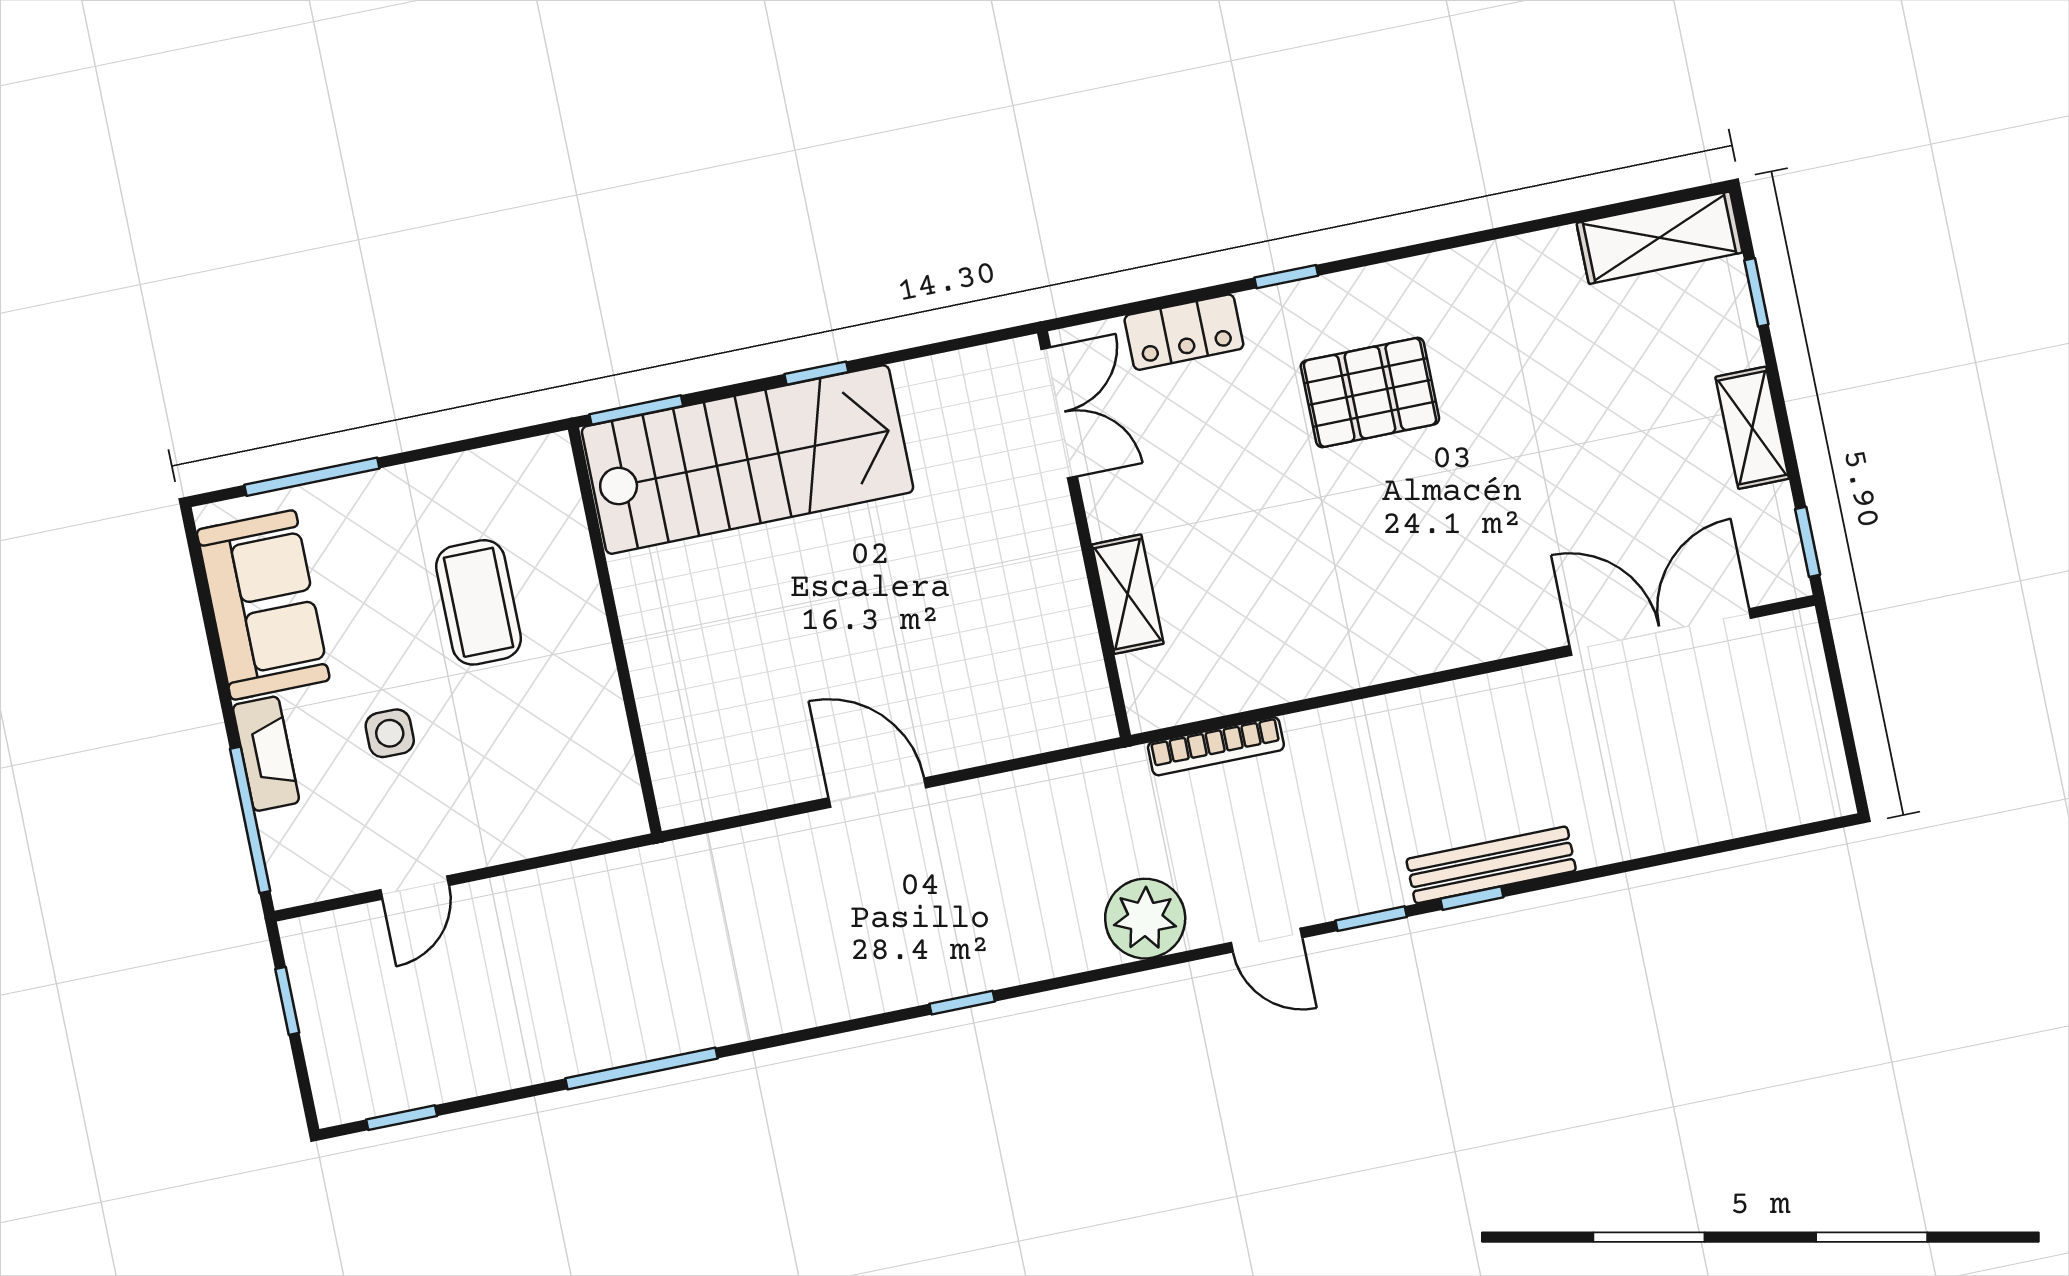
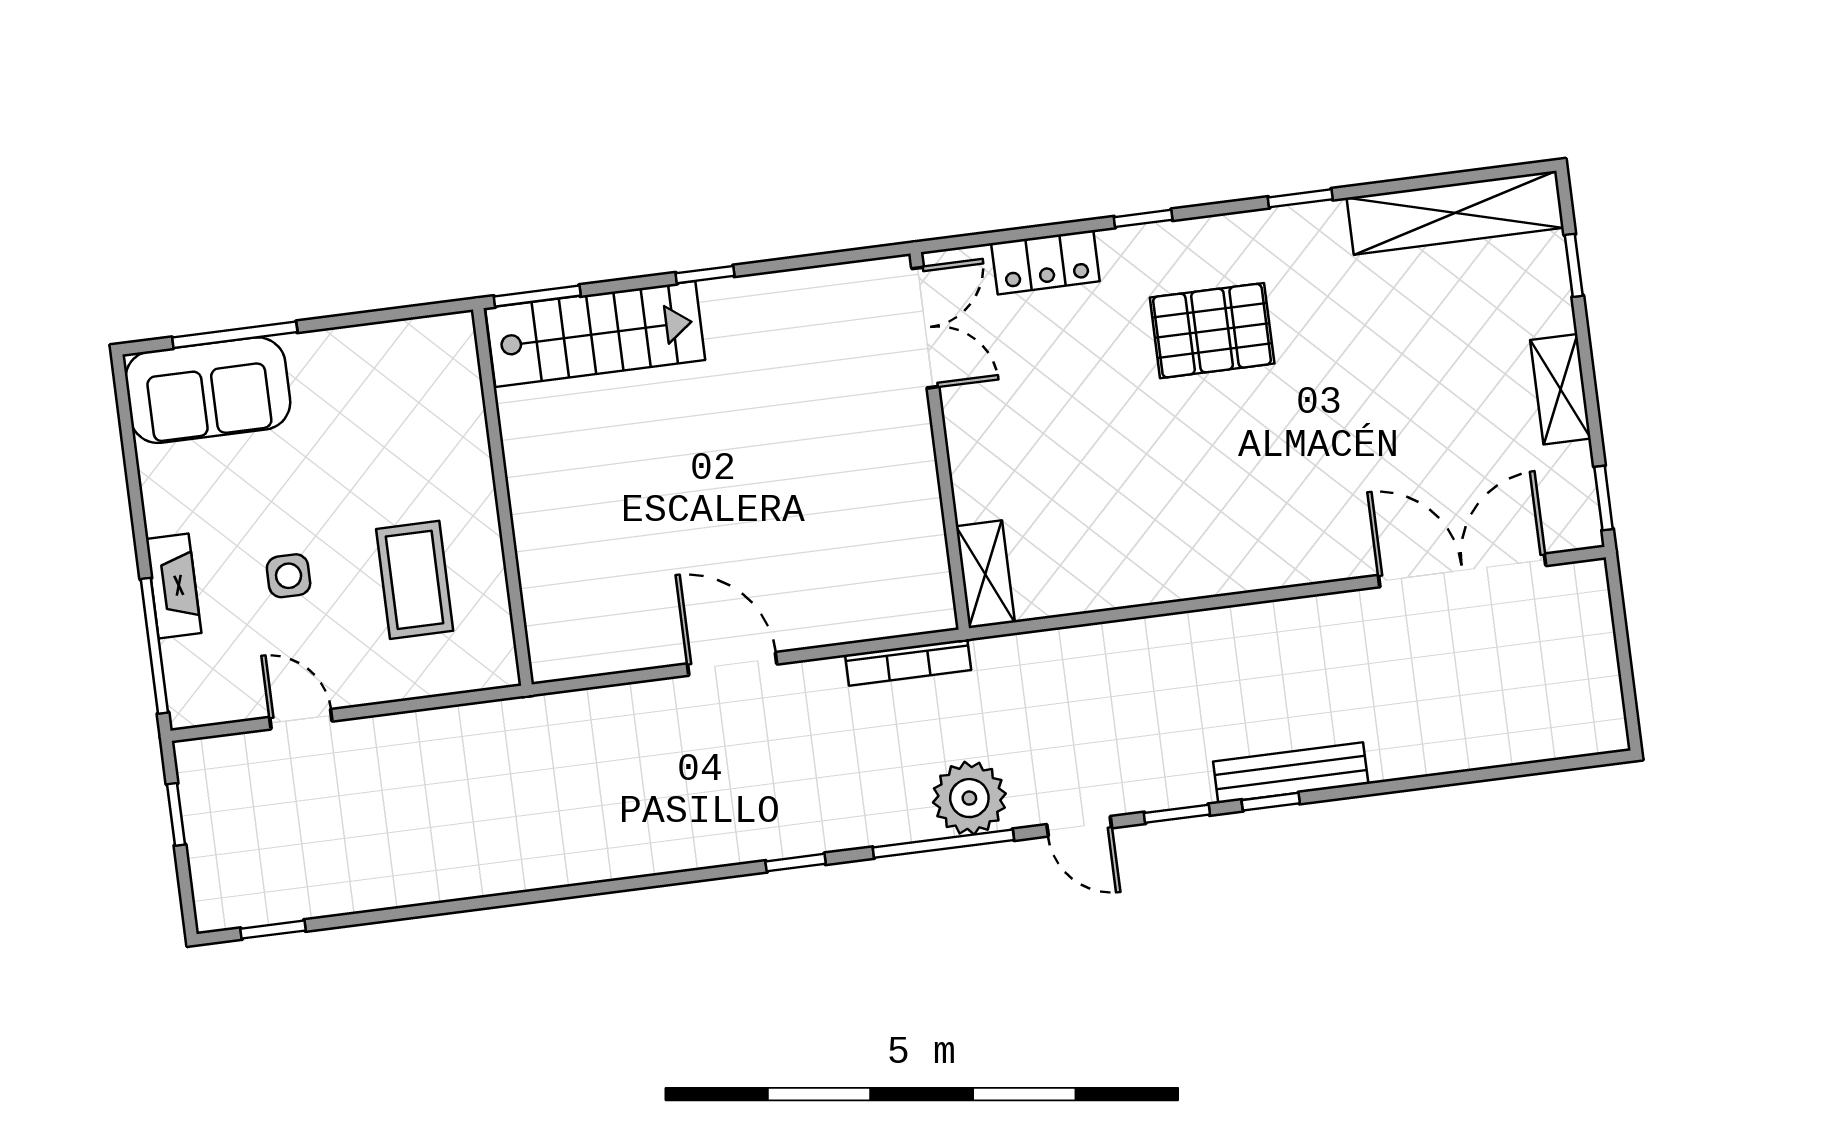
shelving: (1659, 238) -> (1455, 213), width x1.47
window: (1455, 242) -> (1300, 198), added
stairs: (747, 460) -> (595, 334), width x0.73, depth x0.66
shelving: (1128, 594) -> (985, 574), moved
coffee table: (478, 602) -> (415, 580), moved
sofa: (263, 605) -> (208, 390), moved, turned 90
bookcase: (1216, 746) -> (908, 662), moved
door: (415, 888) -> (301, 719), swing flipped
window: (641, 1068) -> (943, 844), moved

